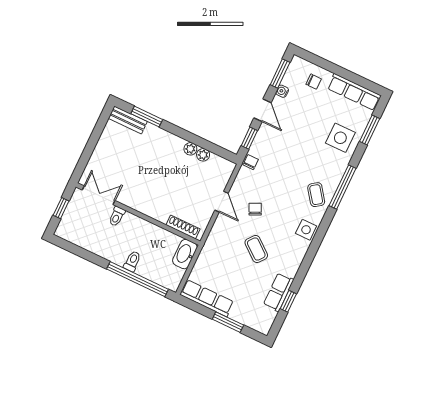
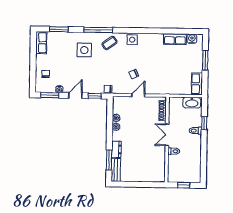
row of seats: (354, 92) -> (41, 43), width x0.68
dresser: (157, 134) -> (116, 149), added
side table: (340, 138) -> (84, 50), moved
double door: (99, 195) -> (167, 135), moved
coffee table: (256, 249) -> (156, 63), removed
washbasin: (185, 254) -> (192, 103), moved
window: (137, 279) -> (204, 123), width x0.32
row of seats: (207, 298) -> (197, 84), width x0.68
window: (288, 301) -> (178, 31), removed
water cooler: (268, 317) -> (192, 39), added

